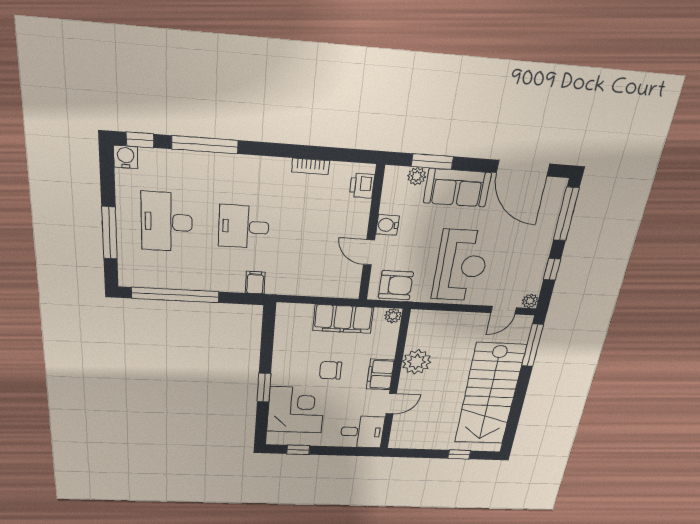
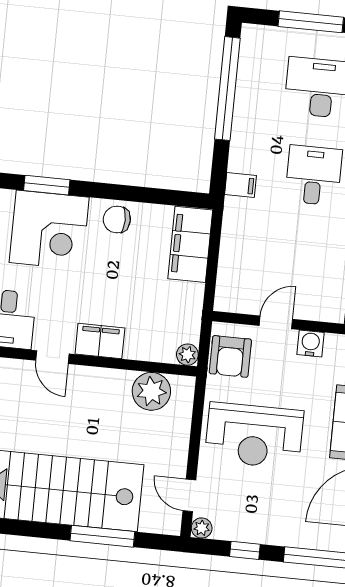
filing cabinet: (343, 319) -> (190, 244), moved
window: (533, 345) -> (102, 536), moved
plant: (416, 362) -> (151, 391), moved
chair: (331, 370) -> (117, 219), moved, turned -90
window: (264, 388) -> (47, 185), moved

